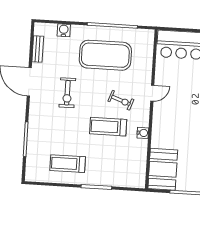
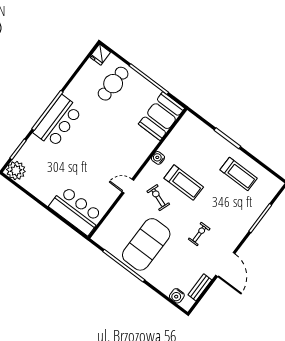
water cooler: (64, 30) -> (177, 296), moved
exercise mat: (105, 55) -> (146, 244), turned 90
exercise bike: (67, 93) -> (199, 234), width x0.73, depth x0.72

